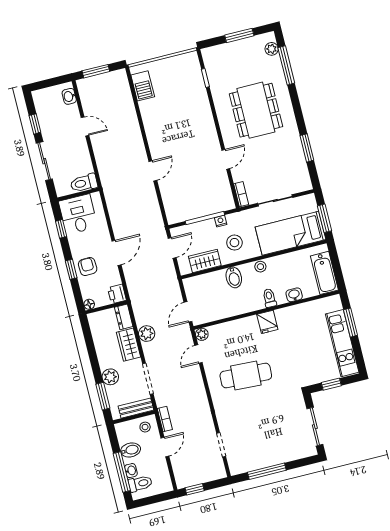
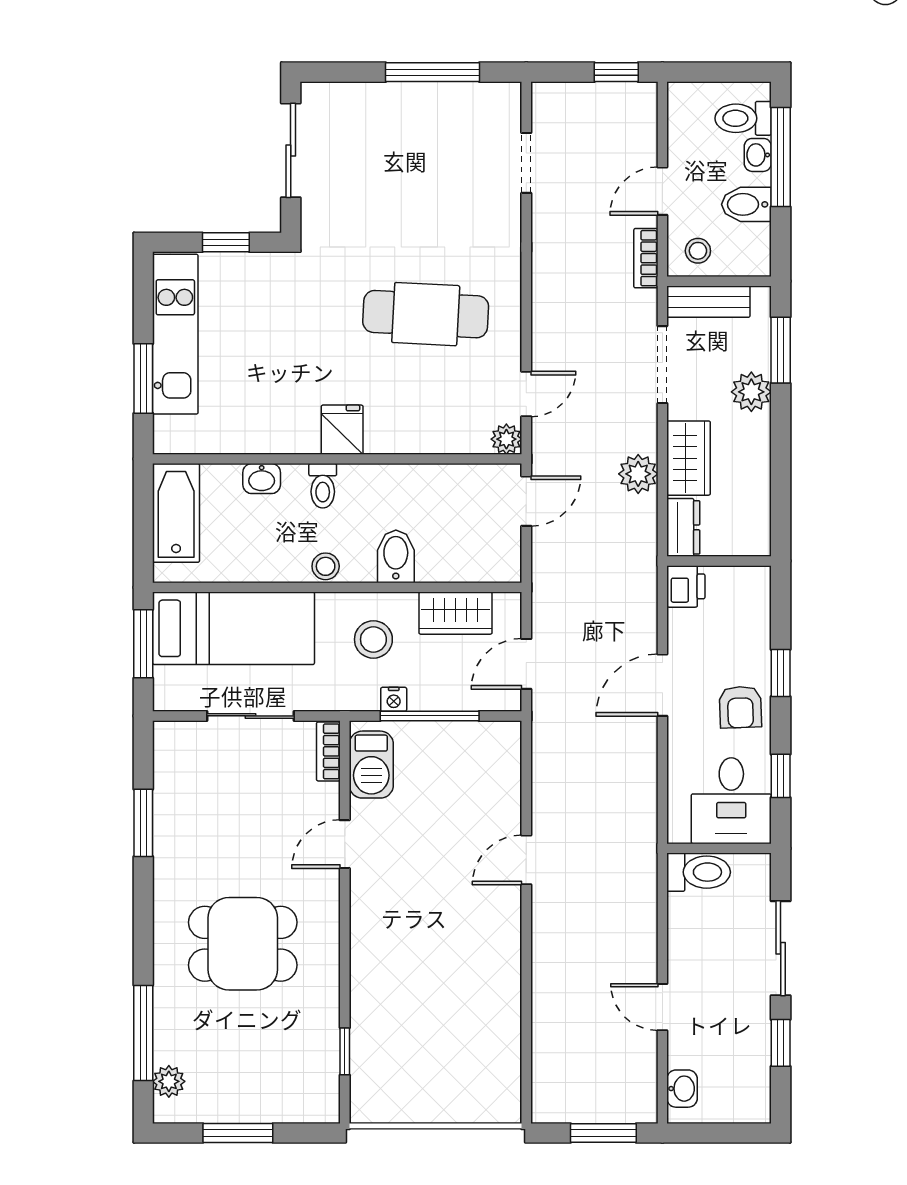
barbecue: (143, 86) -> (371, 765), moved, turned 180
dining table: (256, 110) -> (243, 944), width x0.73
armchair: (88, 267) -> (740, 707), moved
floor lamp: (89, 304) -> (758, 578), removed

